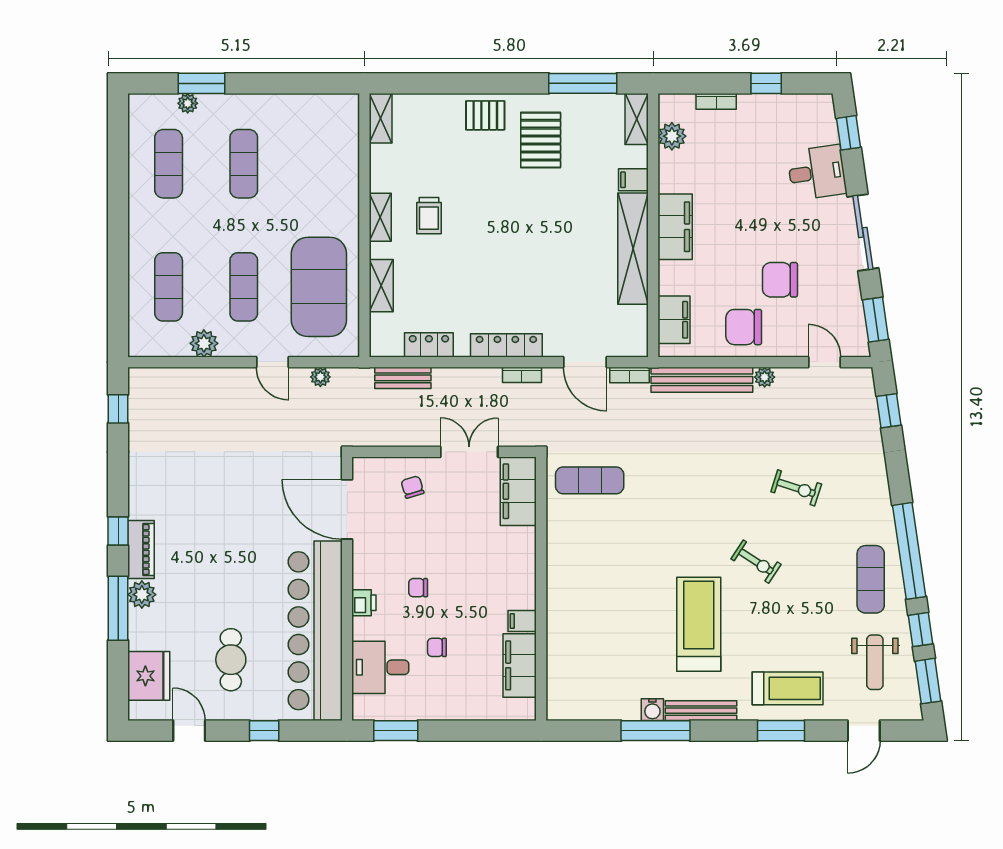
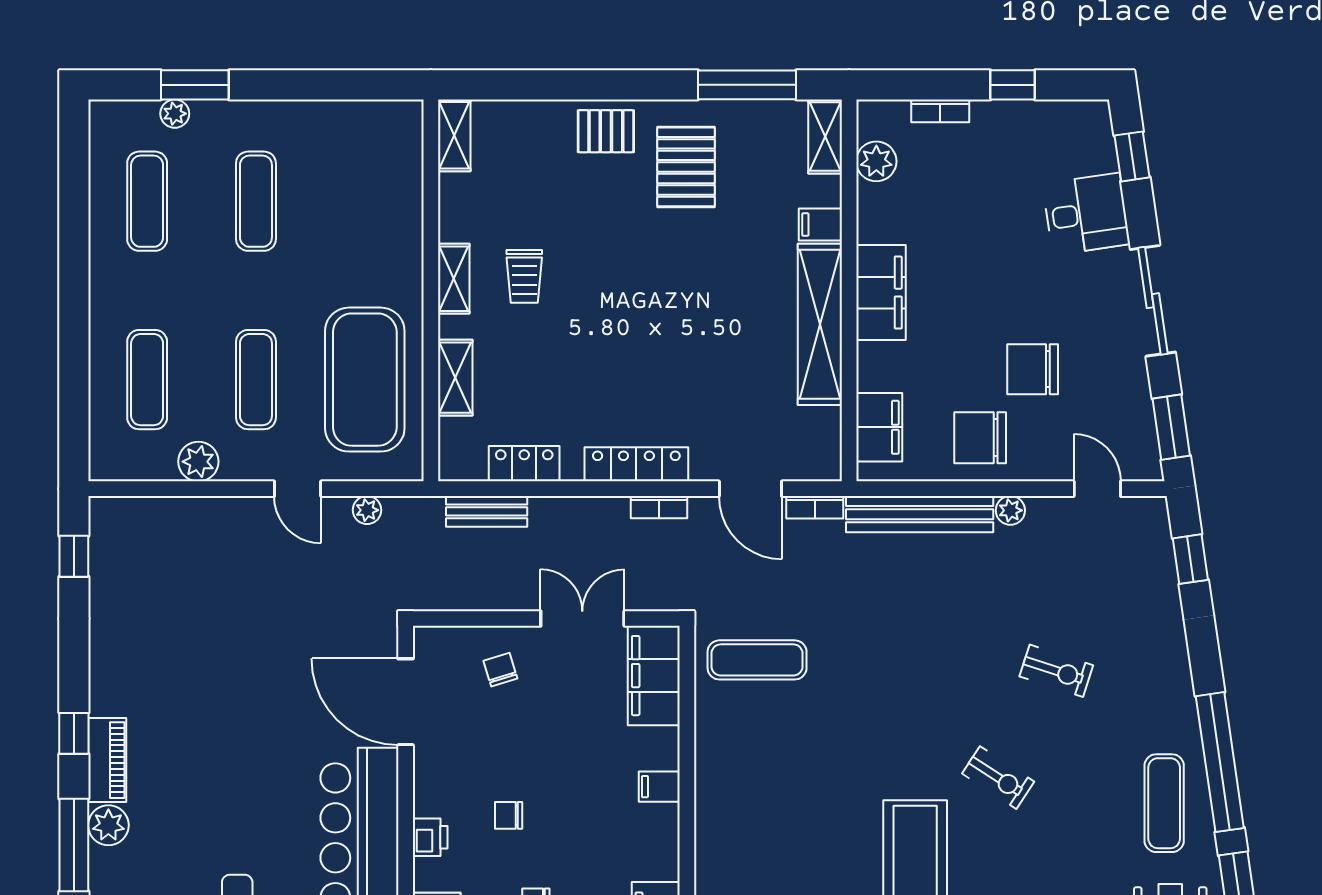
filing cabinet: (522, 621) -> (659, 787), moved

